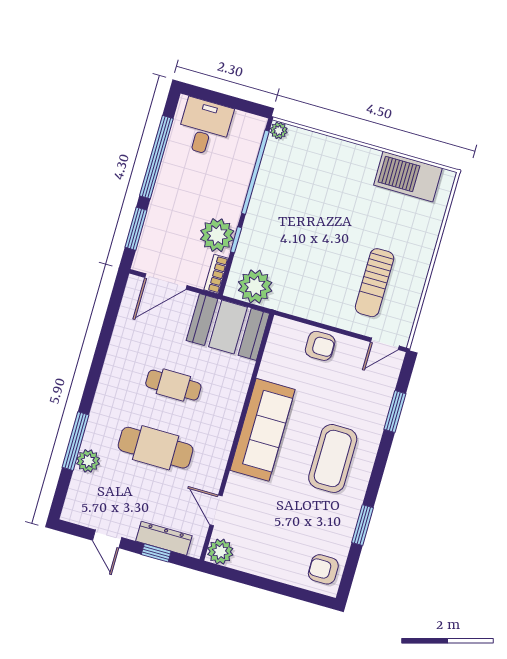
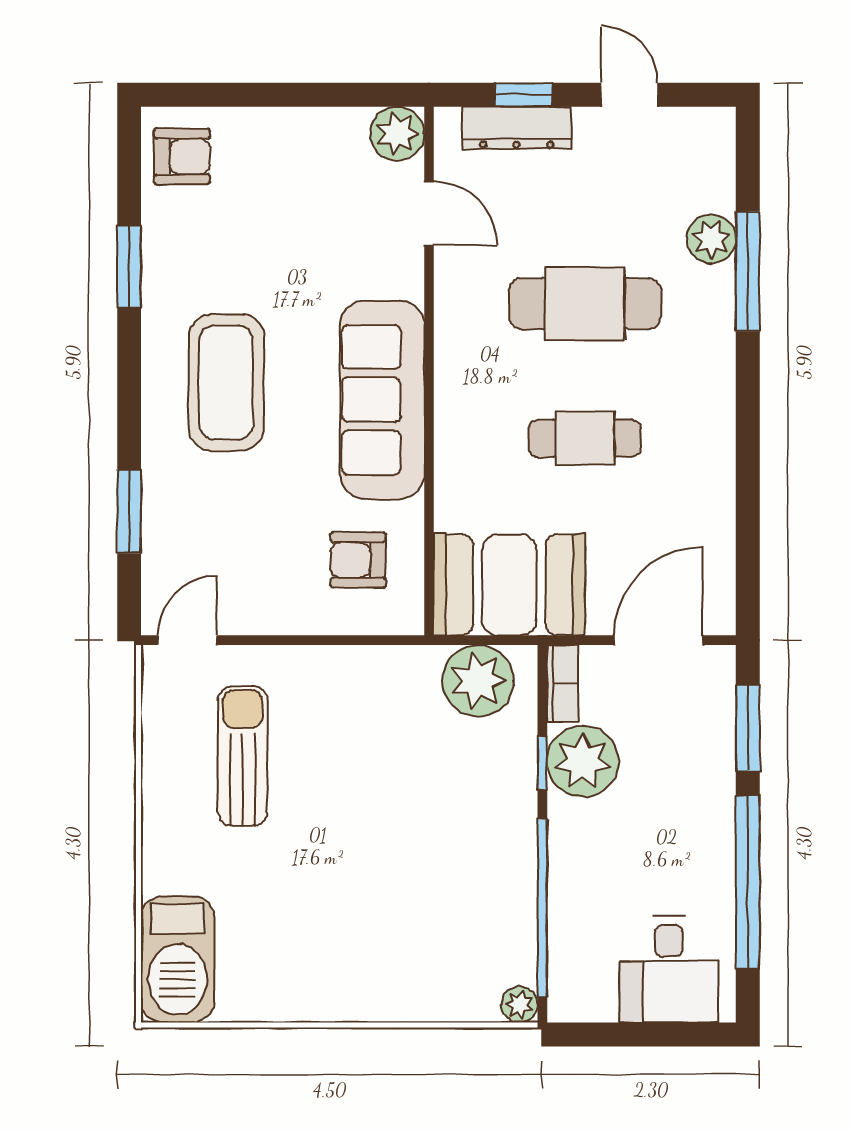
barbecue: (408, 177) -> (178, 959), moved, turned 90
armchair: (320, 346) -> (358, 560), moved

